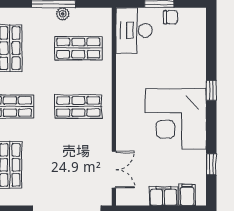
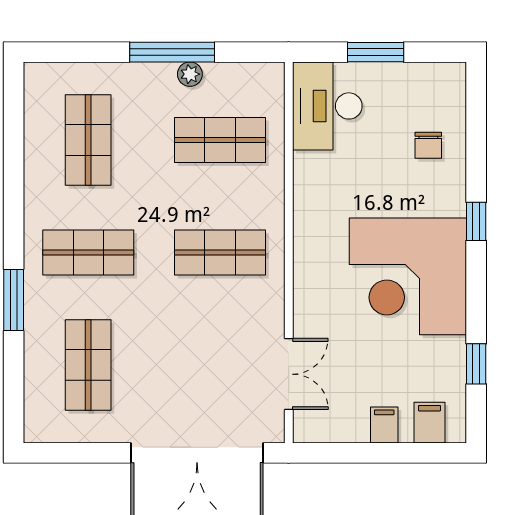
chair: (171, 17) -> (428, 145), moved, turned 90
filing cabinet: (164, 196) -> (384, 425), width x0.50

